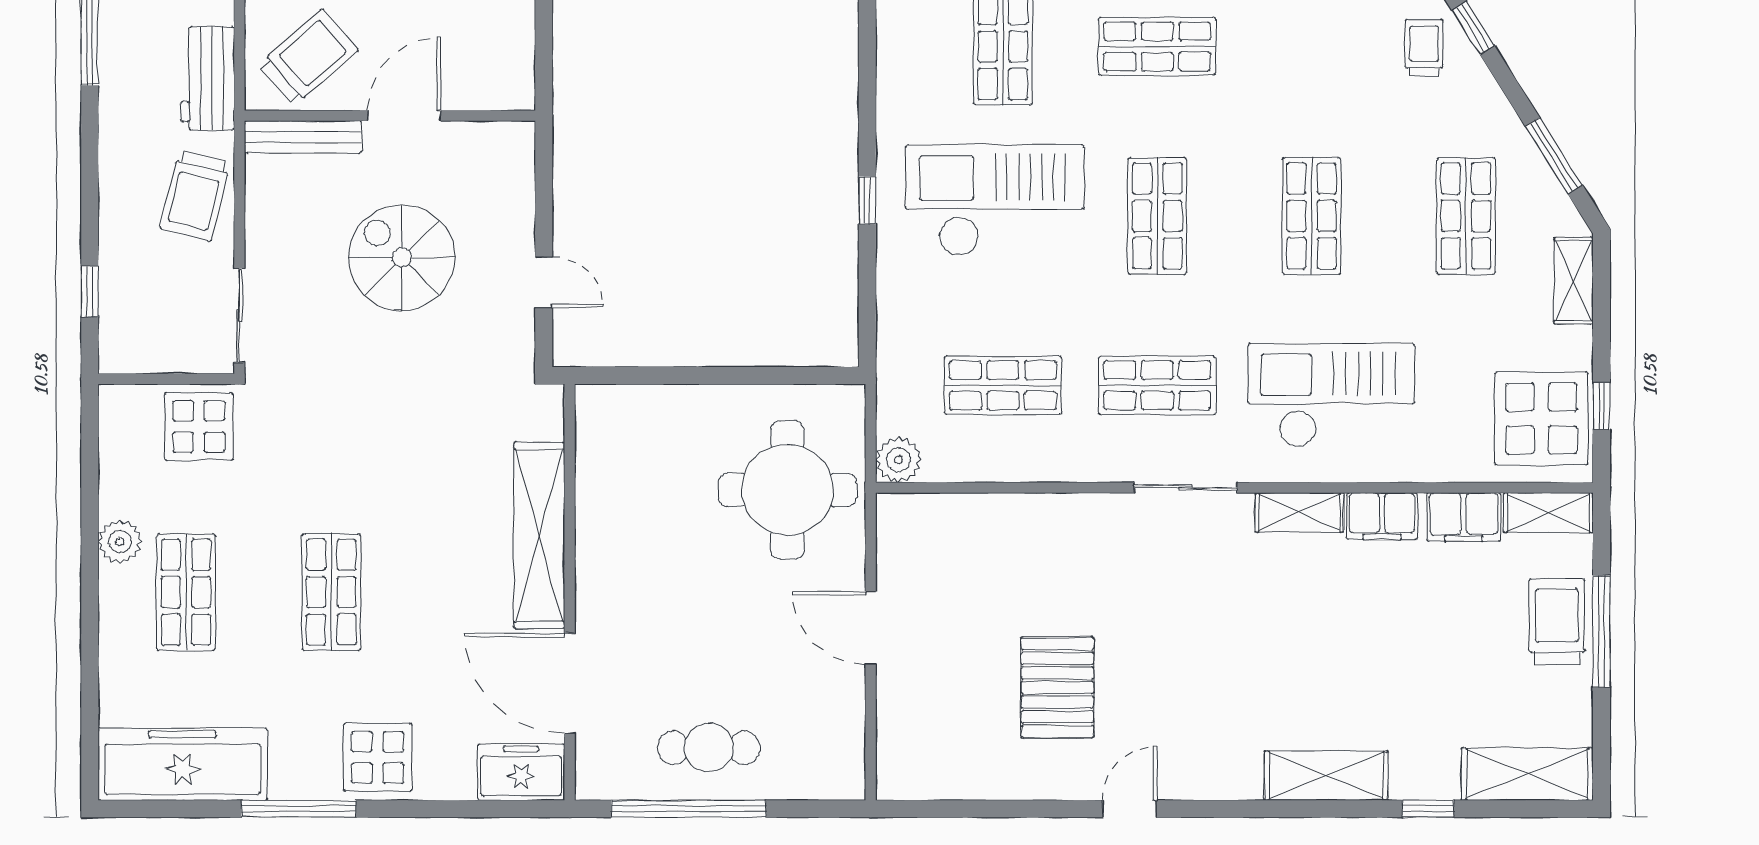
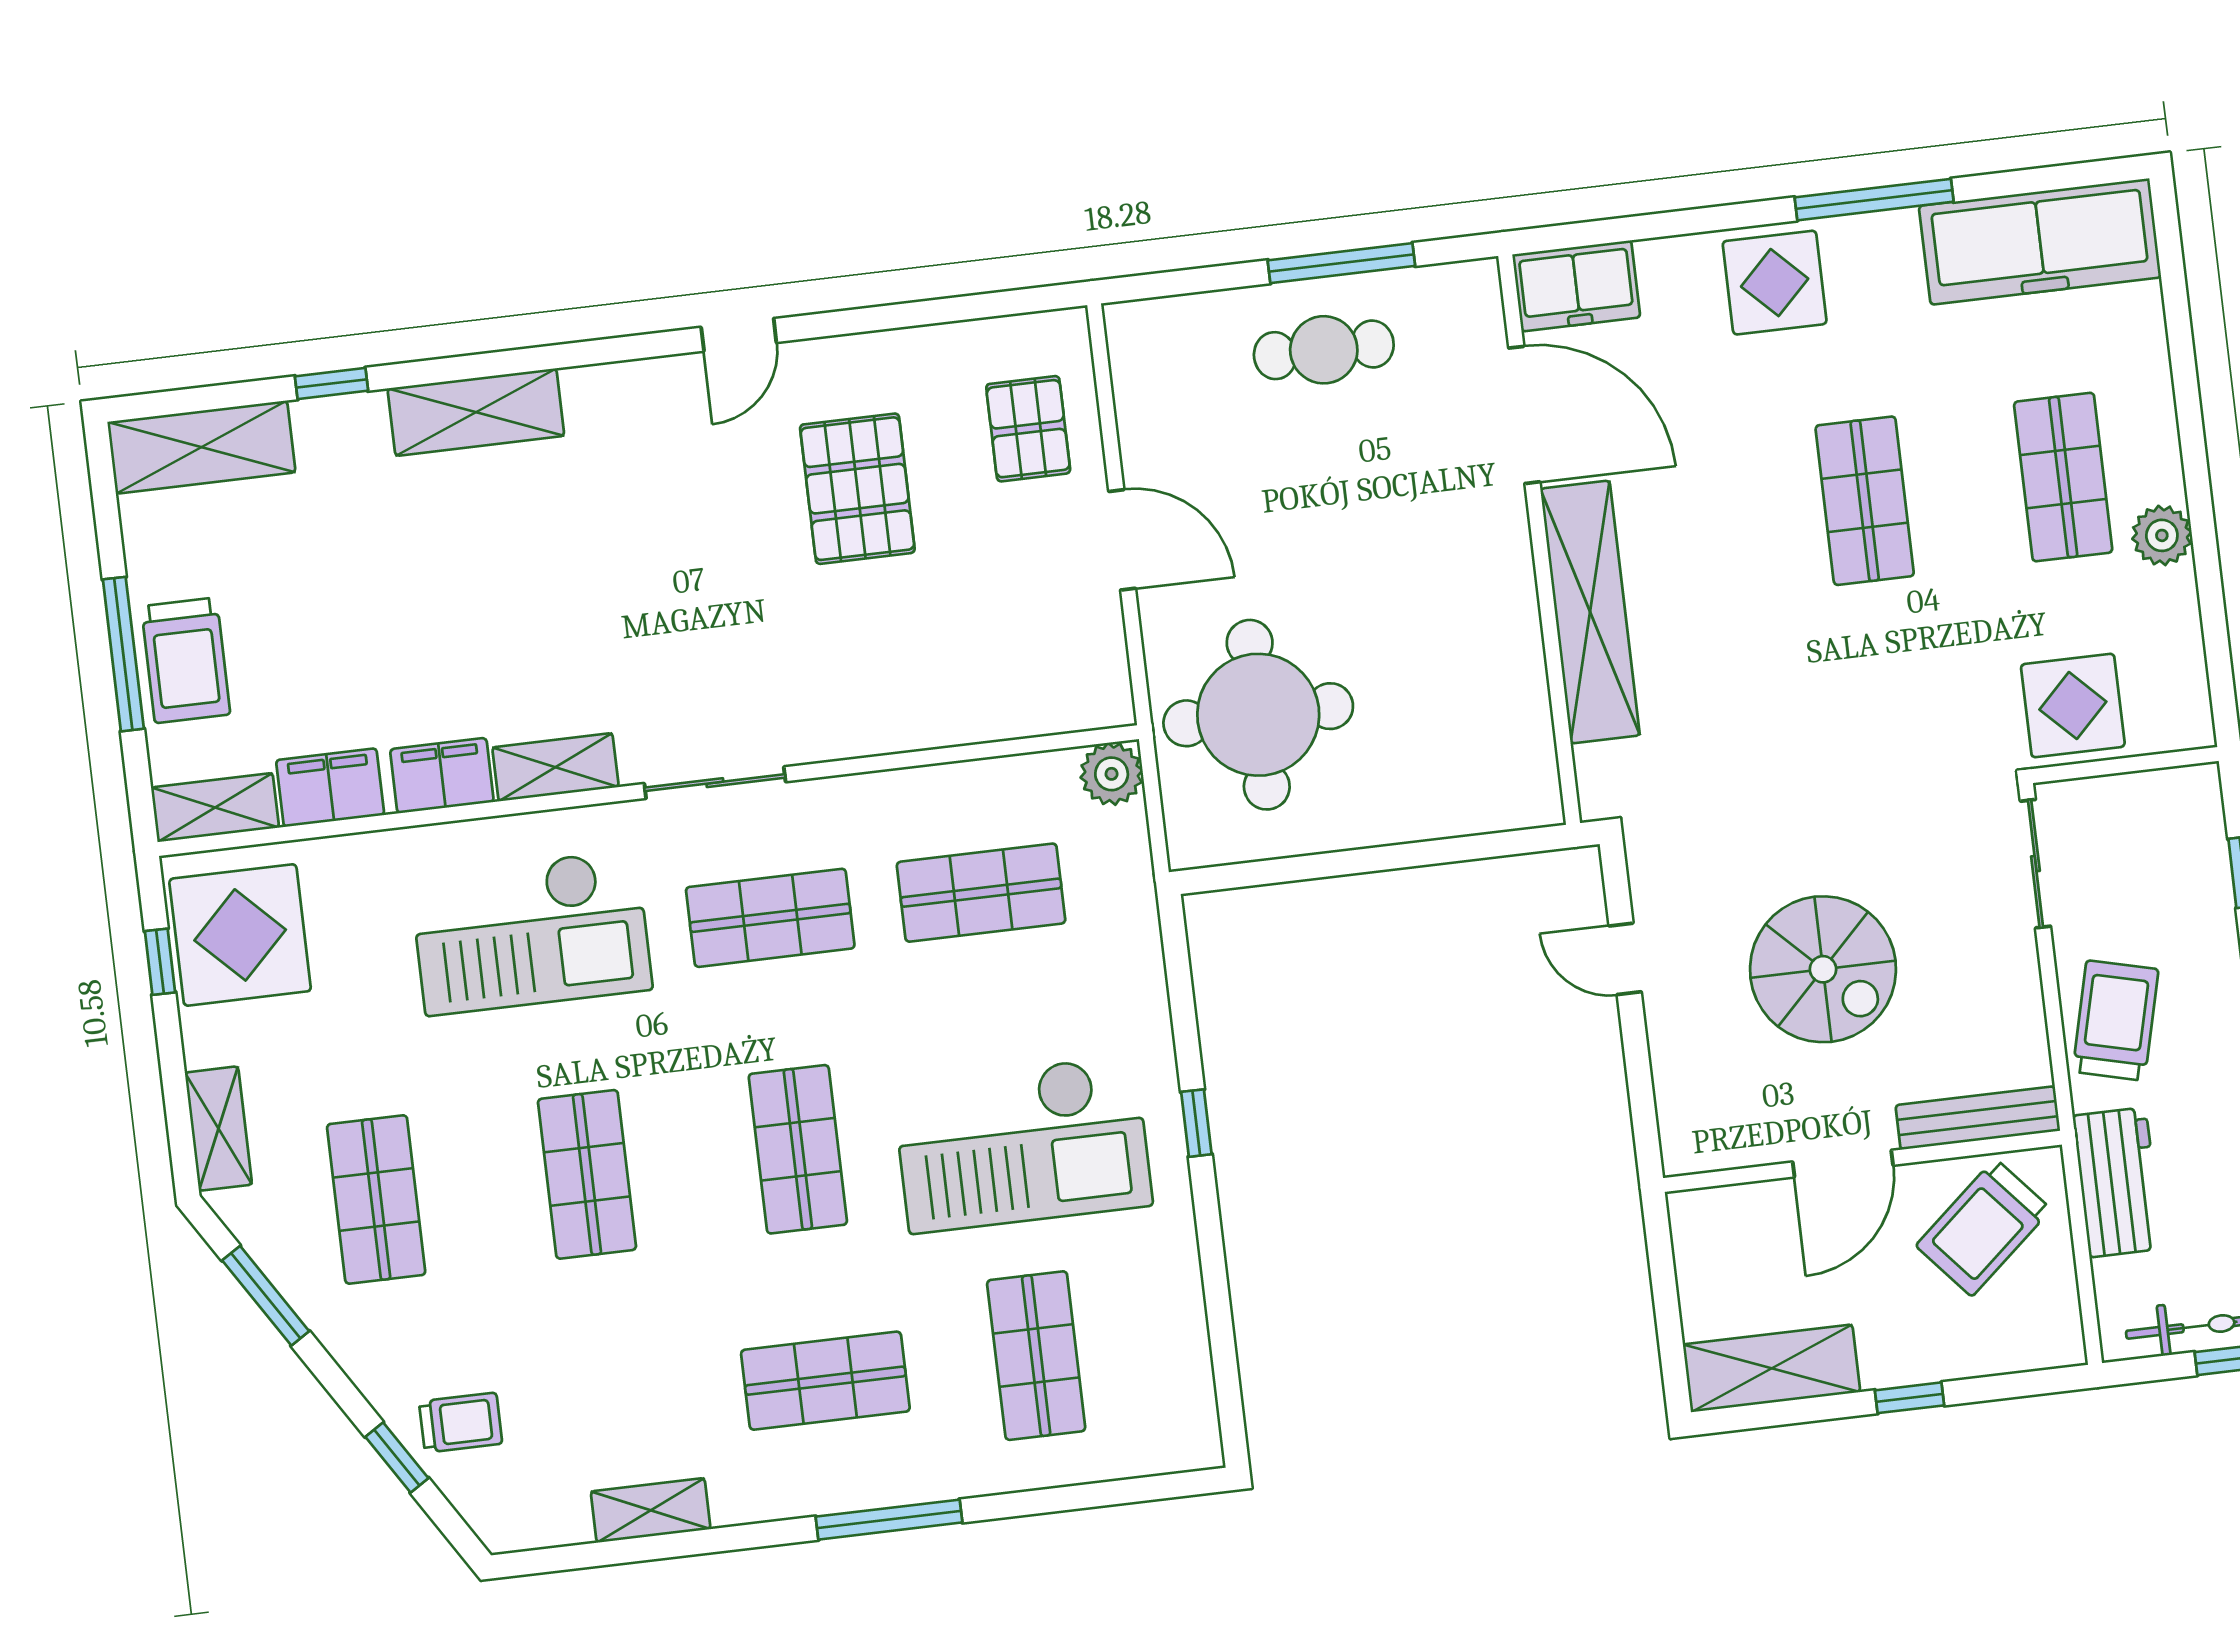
trolley: (1424, 48) -> (461, 1423), turned -90
pallet: (929, 716) -> (1028, 429), added
window: (689, 809) -> (1341, 263), width x0.68

